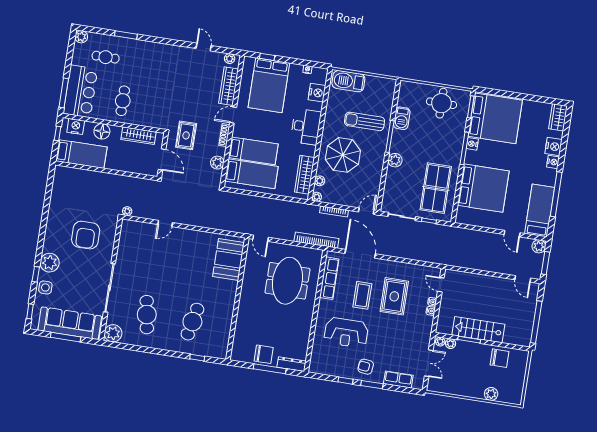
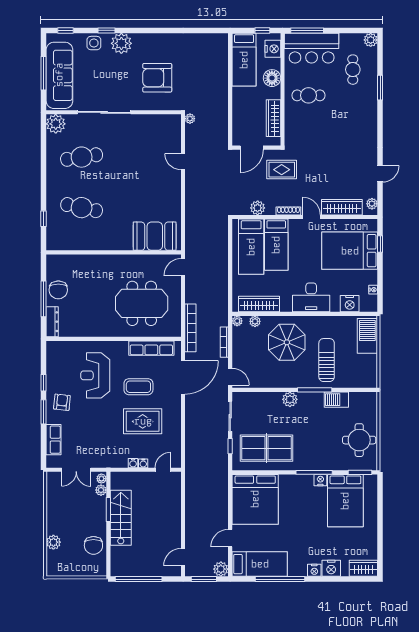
bed: (495, 118) -> (345, 501), width x0.73
bed: (483, 188) -> (255, 499), moved

